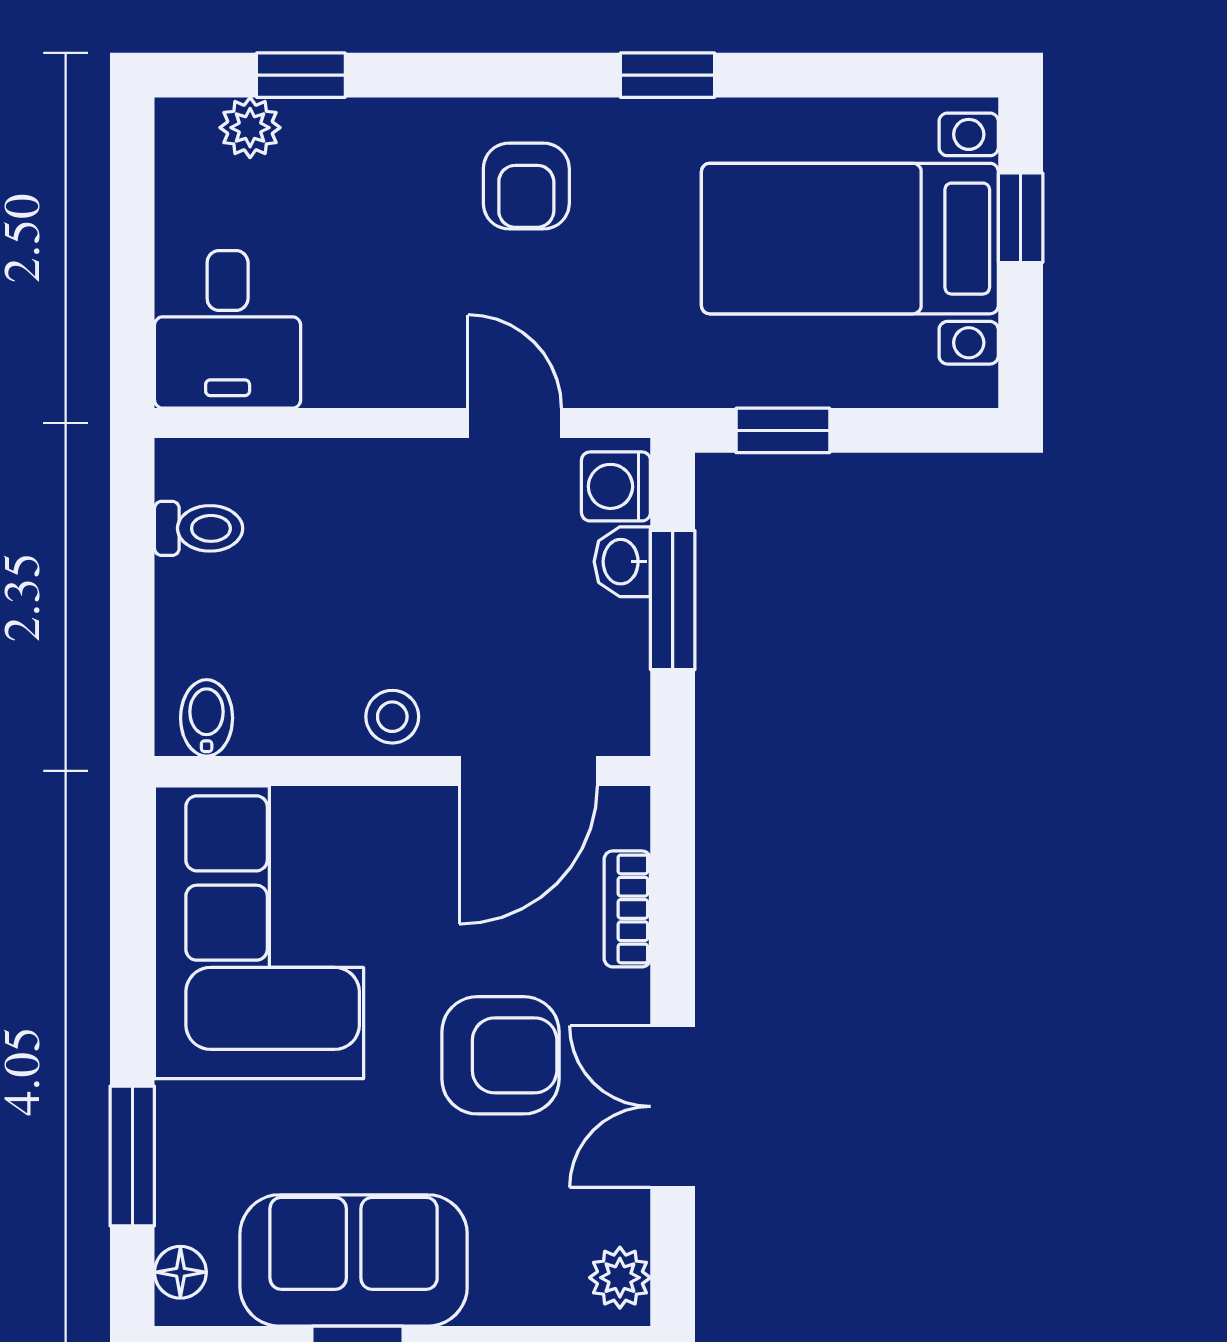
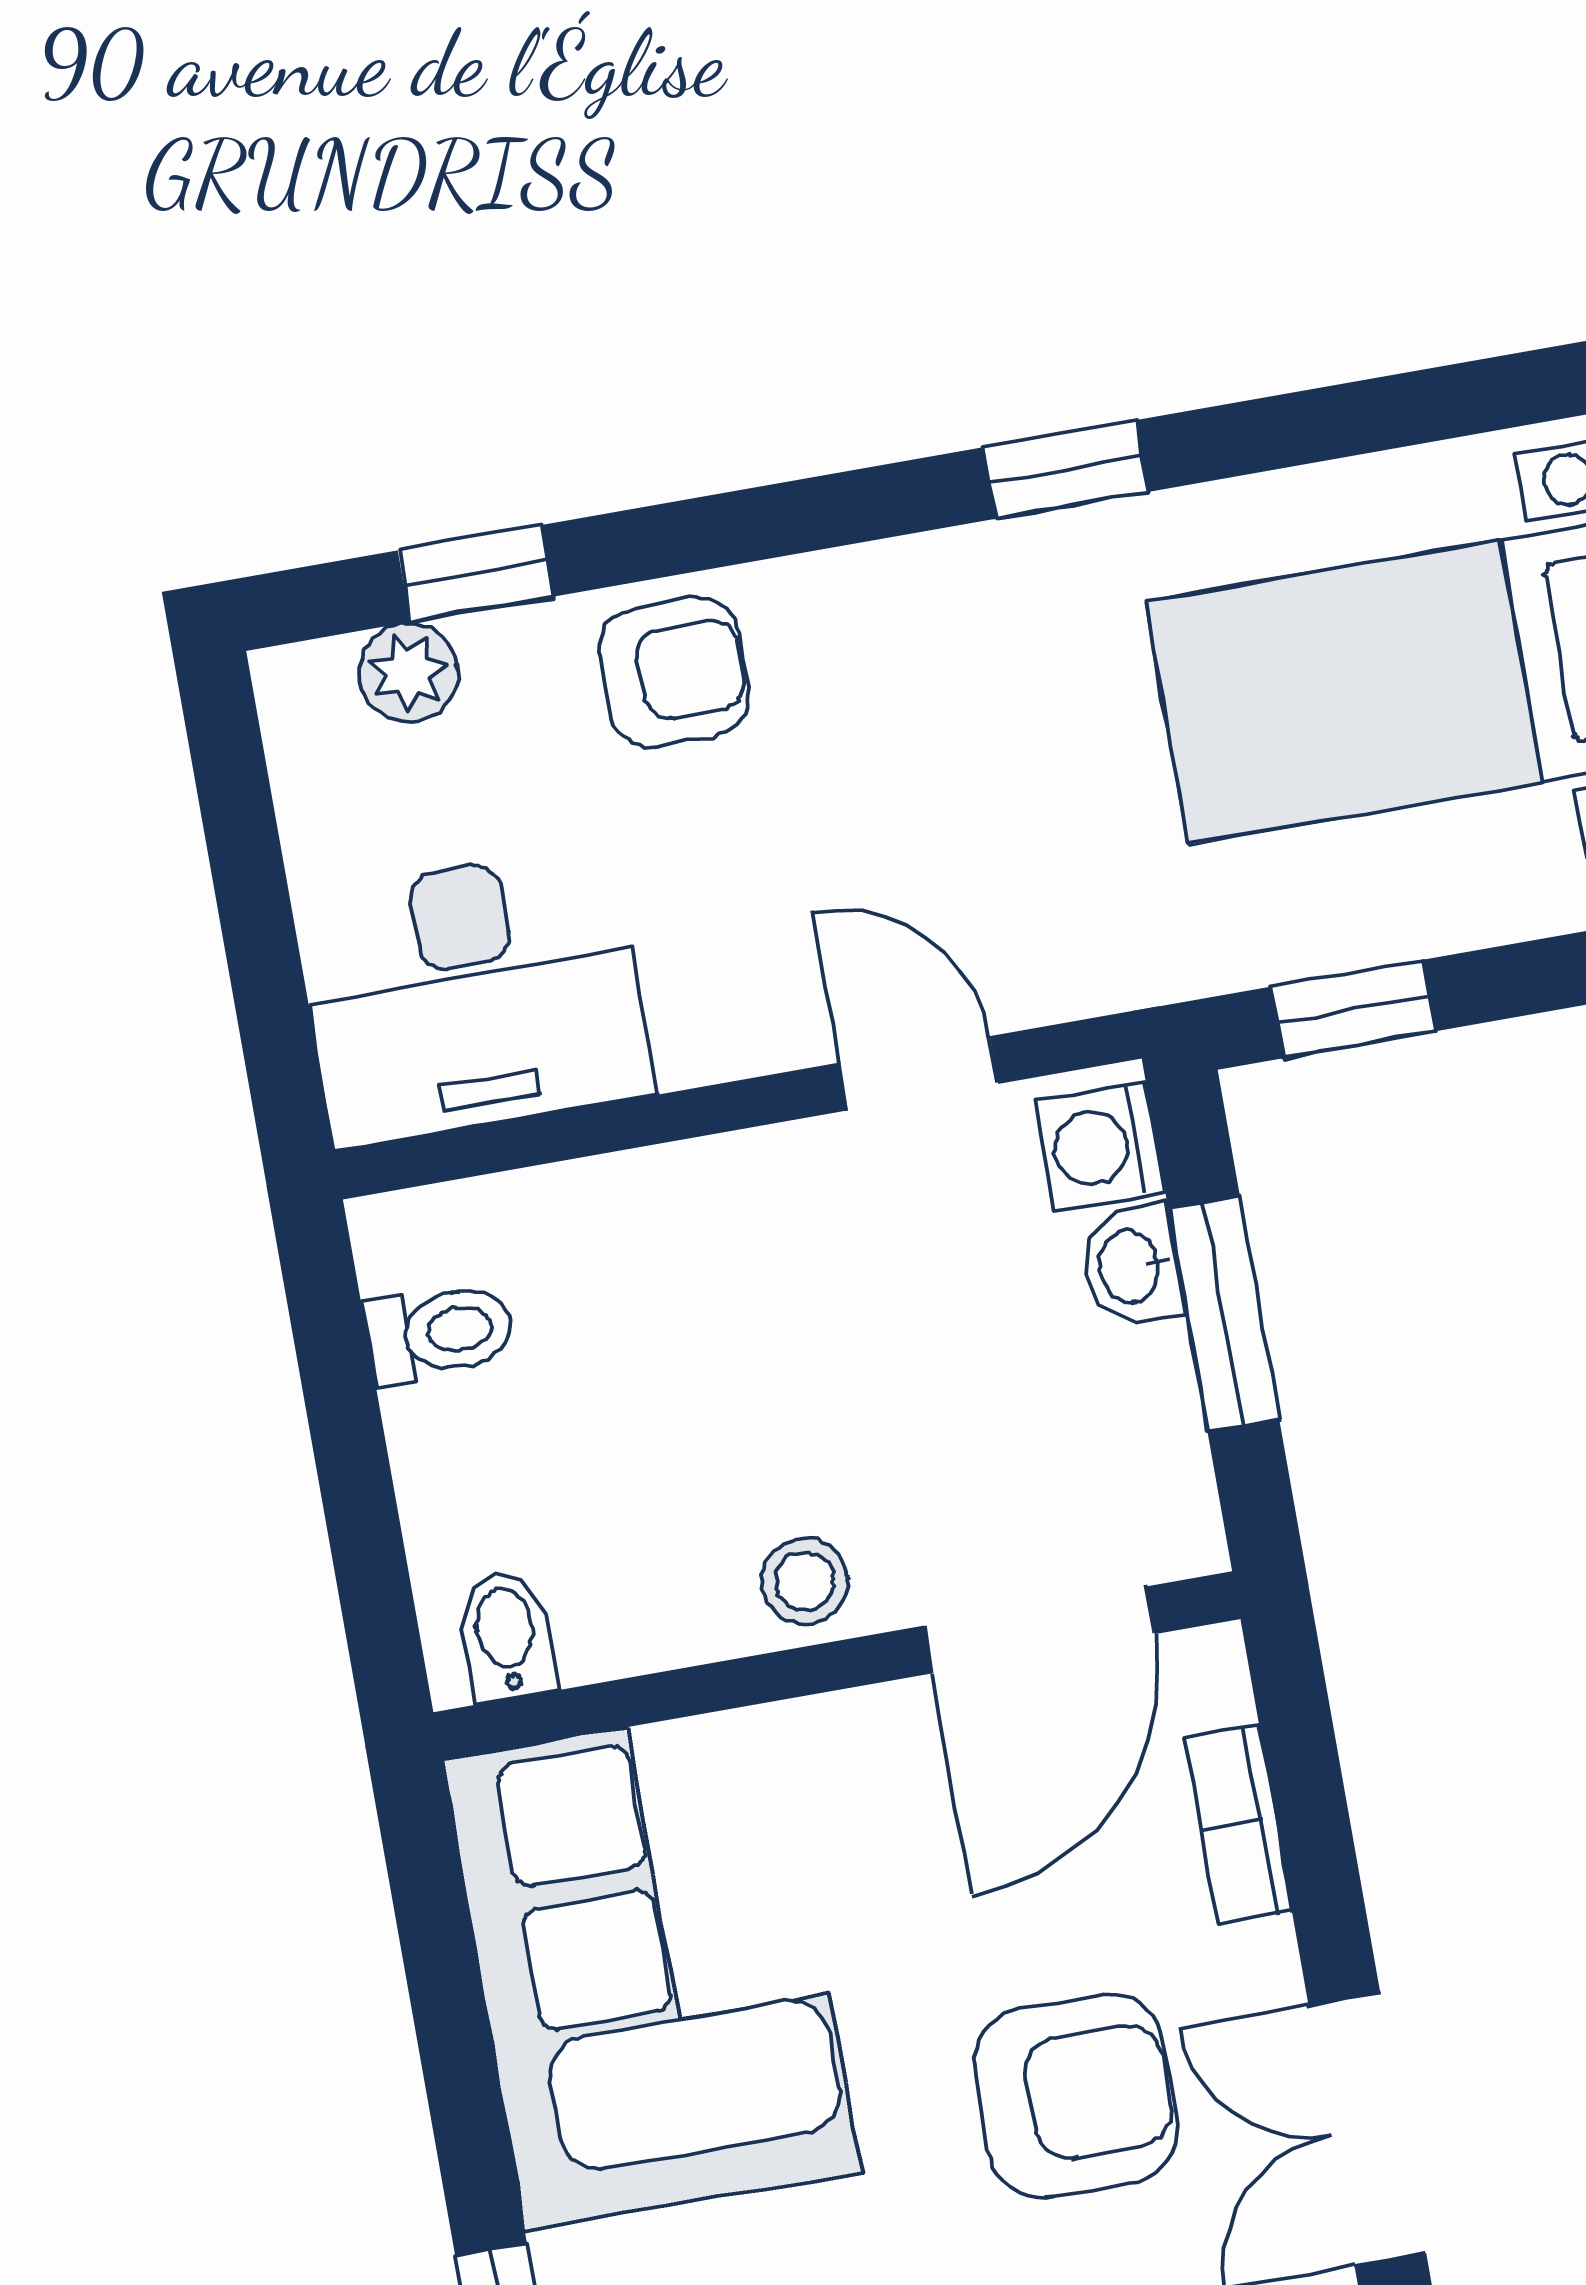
armchair: (526, 186) -> (674, 672), moved, turned -90
desk: (228, 329) -> (474, 996), width x1.37

